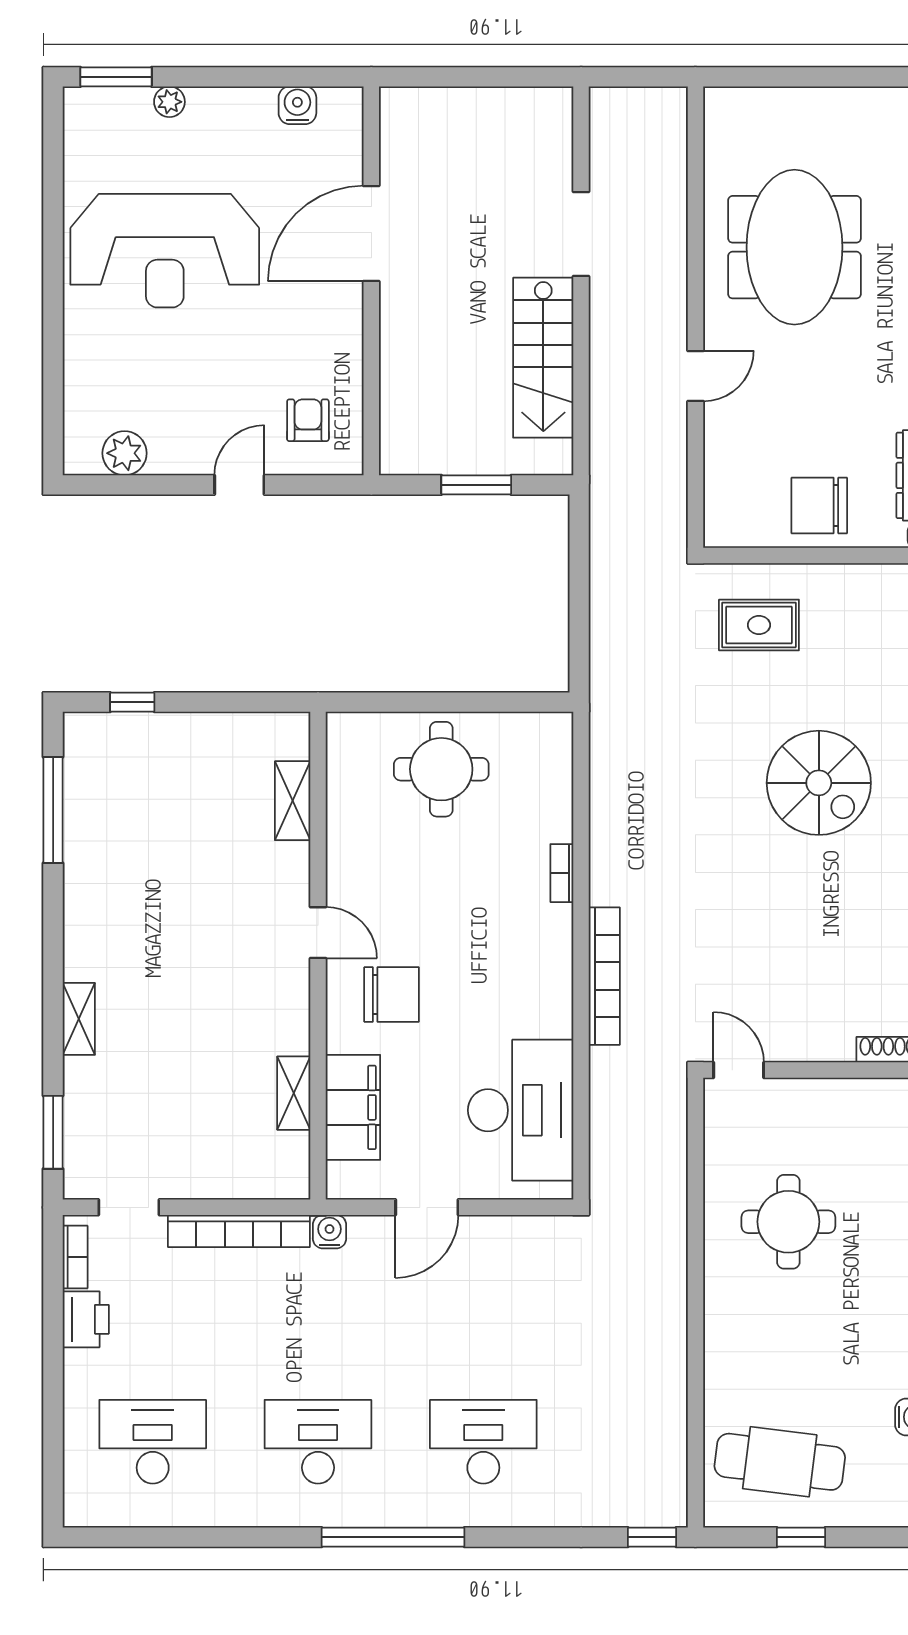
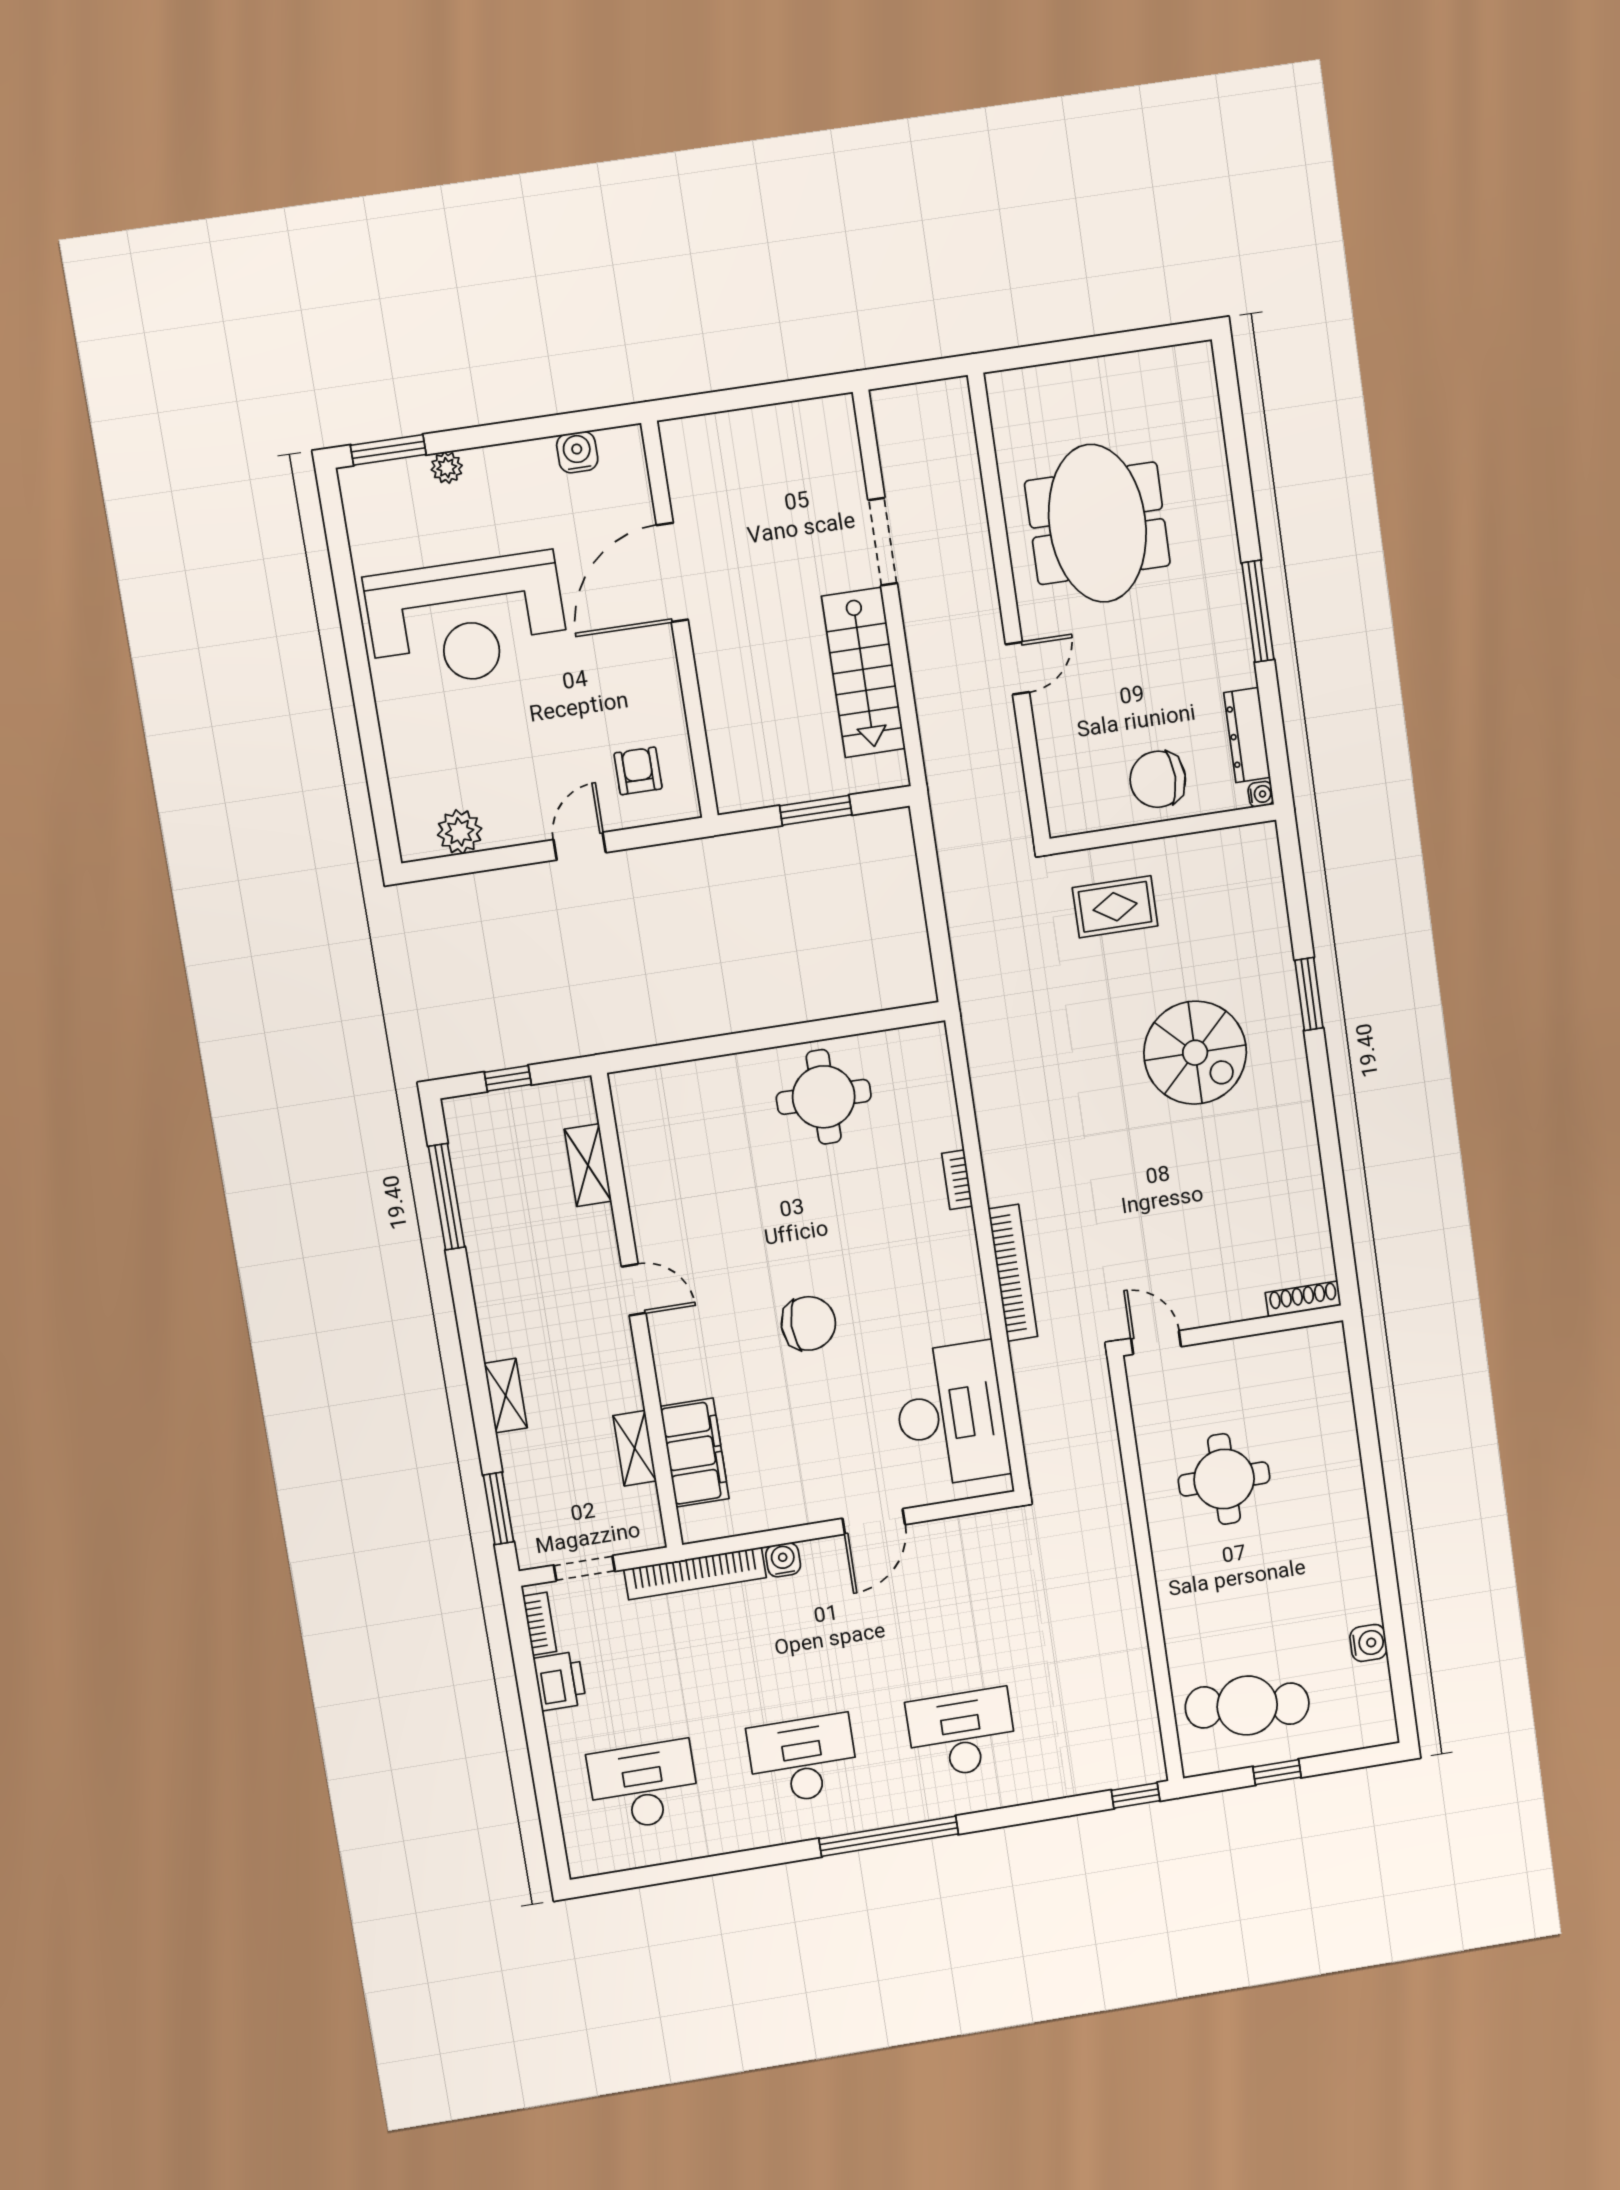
shelving: (293, 801) -> (588, 1165), moved
door: (318, 933) -> (634, 1290), moved
wall: (318, 956) -> (637, 1312), moved
shelving: (294, 1093) -> (635, 1448), moved
filing cabinet: (353, 1107) -> (695, 1453), moved

